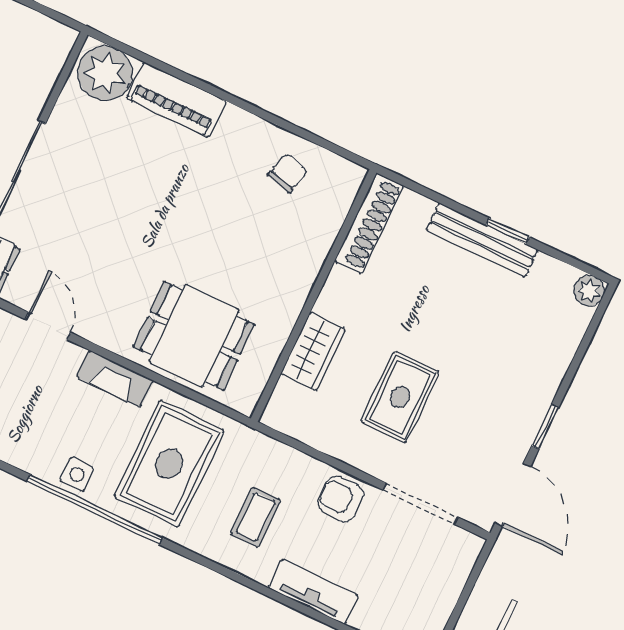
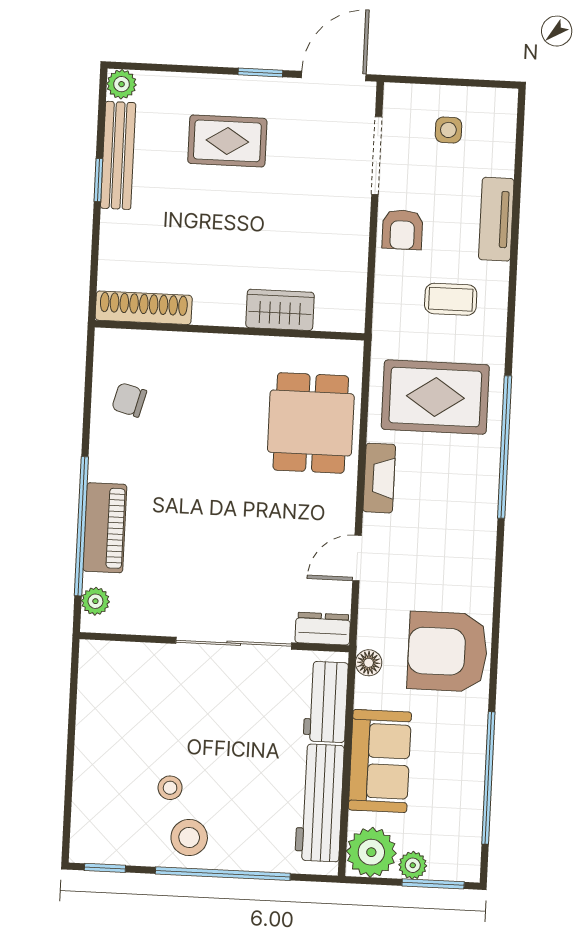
plant: (105, 73) -> (95, 601), width x0.53, depth x0.53
window: (187, 78) -> (81, 526), added
bench: (482, 240) -> (118, 155), moved
rug: (400, 397) -> (227, 141), moved
side table: (77, 474) -> (448, 130), moved

